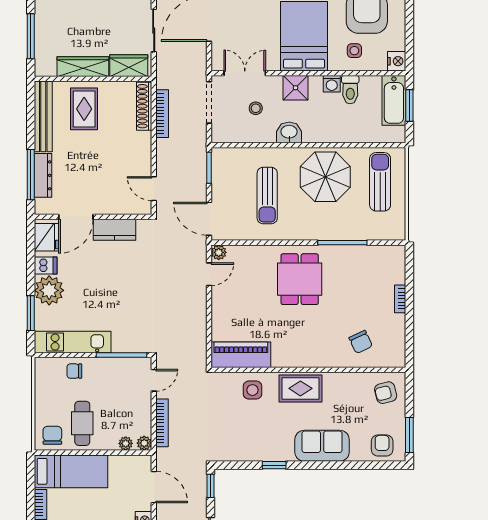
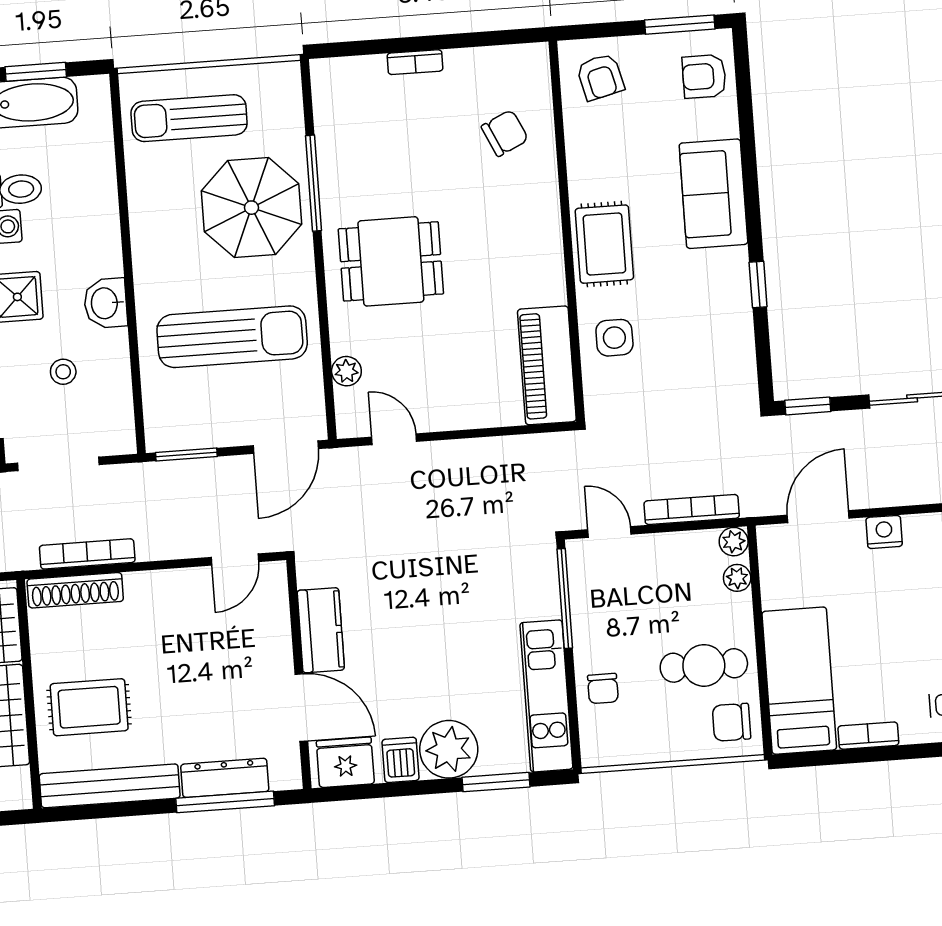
parasol: (325, 177) -> (252, 208), moved
sun lounger: (267, 196) -> (232, 337), width x1.36, depth x1.34
plant: (219, 252) -> (346, 371), moved

